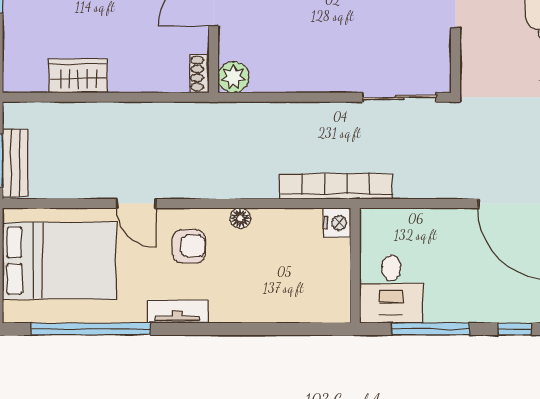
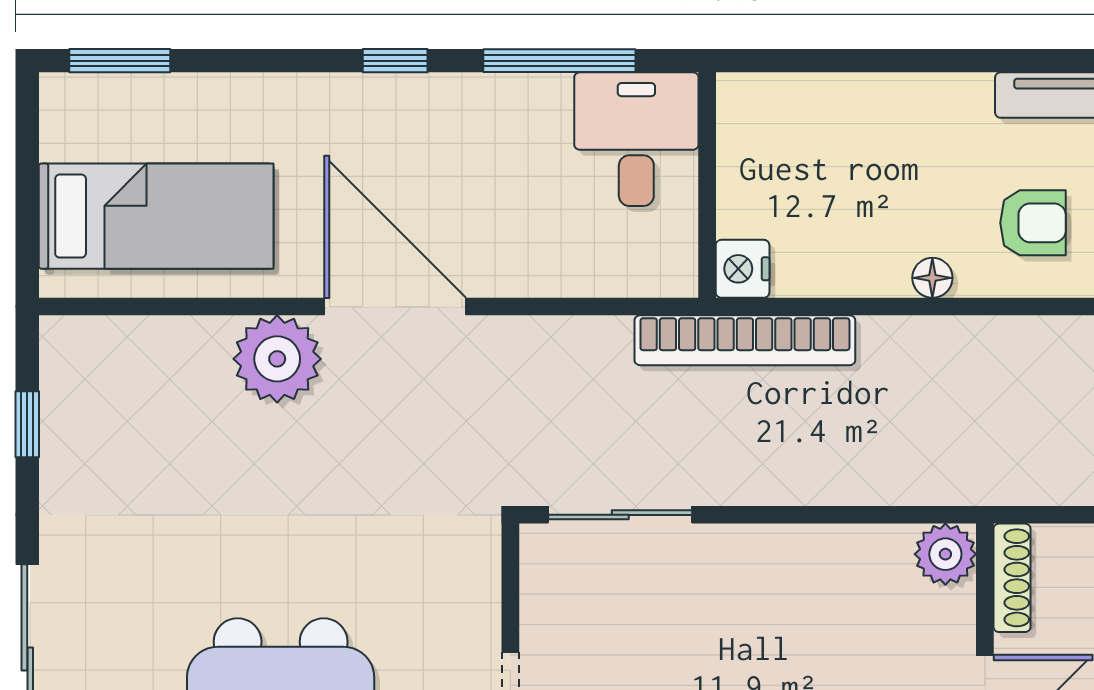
shoe rack: (200, 73) -> (1012, 578), width x1.43
armchair: (189, 246) -> (1033, 223), turned 180

